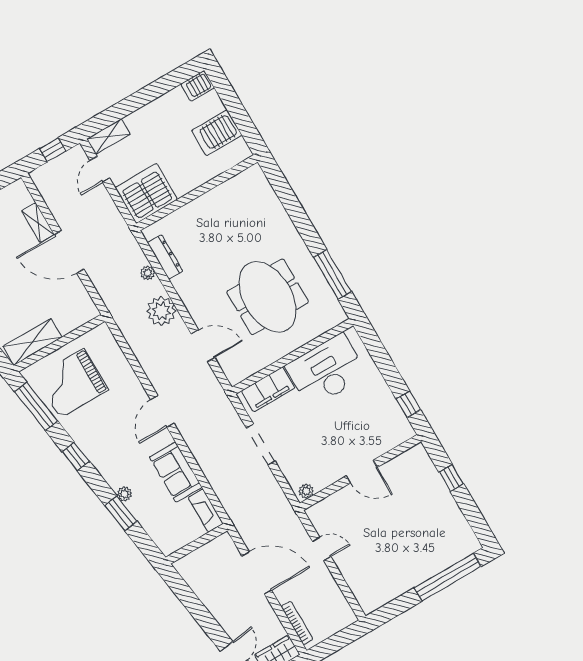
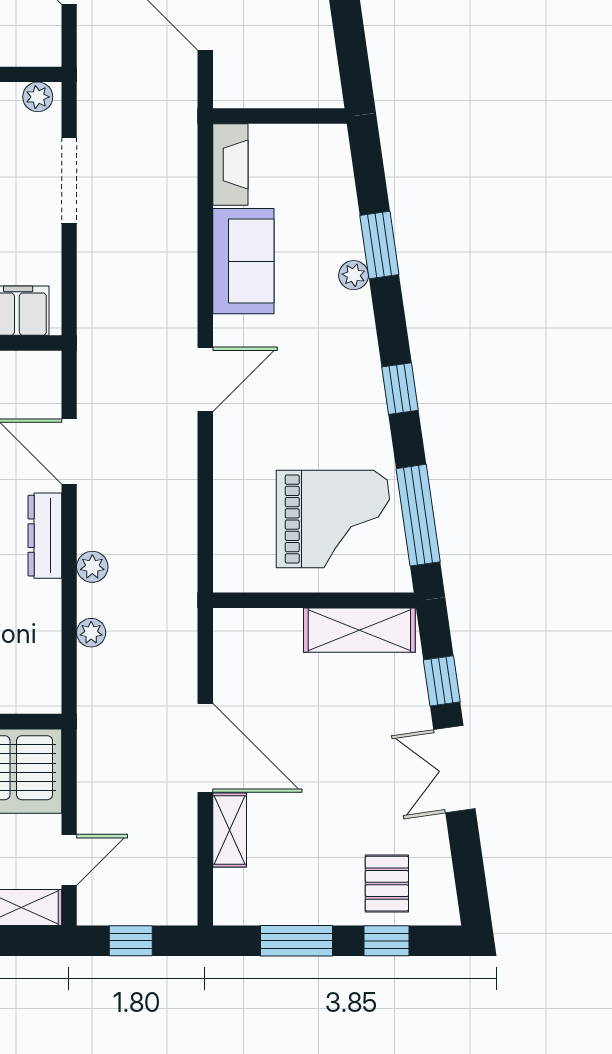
dresser: (165, 257) -> (45, 536), moved
plant: (161, 311) -> (92, 567), width x0.53, depth x0.53
doorway: (261, 445) -> (69, 181), moved

